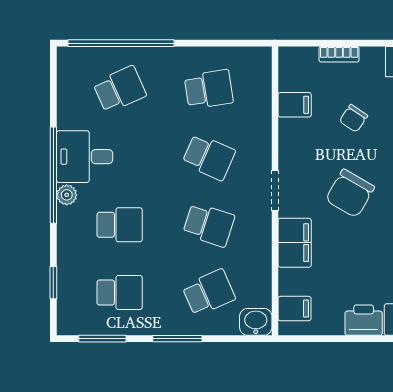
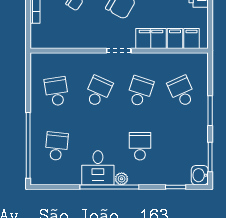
school desk: (120, 89) -> (57, 146), turned 30
filing cabinet: (295, 105) -> (175, 38), moved
school desk: (120, 293) -> (182, 146), removed
washbasin: (256, 322) -> (200, 175), moved

